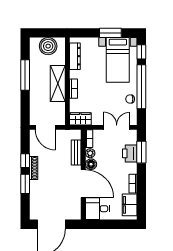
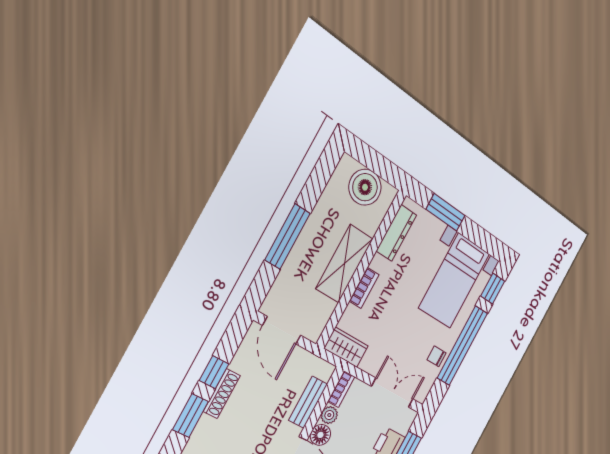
window: (110, 33) -> (446, 212), moved
window: (25, 75) -> (288, 237), moved

